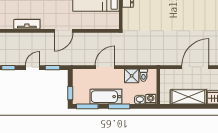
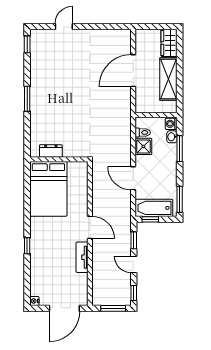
tv unit: (27, 24) -> (82, 257), moved
door: (195, 67) -> (133, 71), hinge flipped
window: (70, 93) -> (150, 219), moved
bathtub: (106, 97) -> (154, 208), moved, turned 90
window: (119, 106) -> (180, 149), moved

